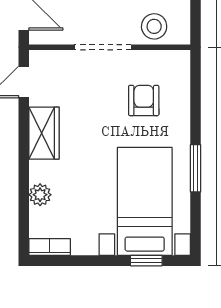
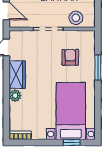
window: (195, 168) -> (98, 67), moved
plant: (40, 195) -> (15, 96), moved

